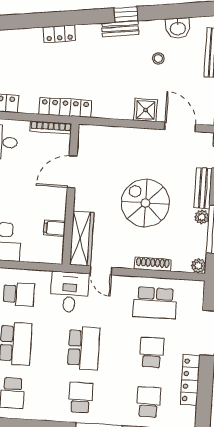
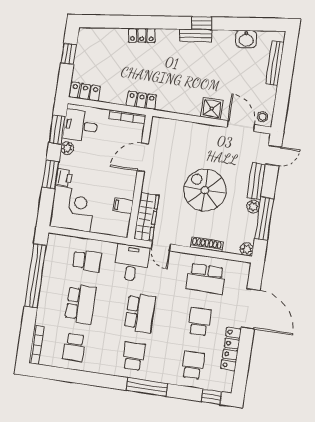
stool: (158, 59) -> (262, 117), moved
locker: (65, 107) -> (141, 100), width x0.66

